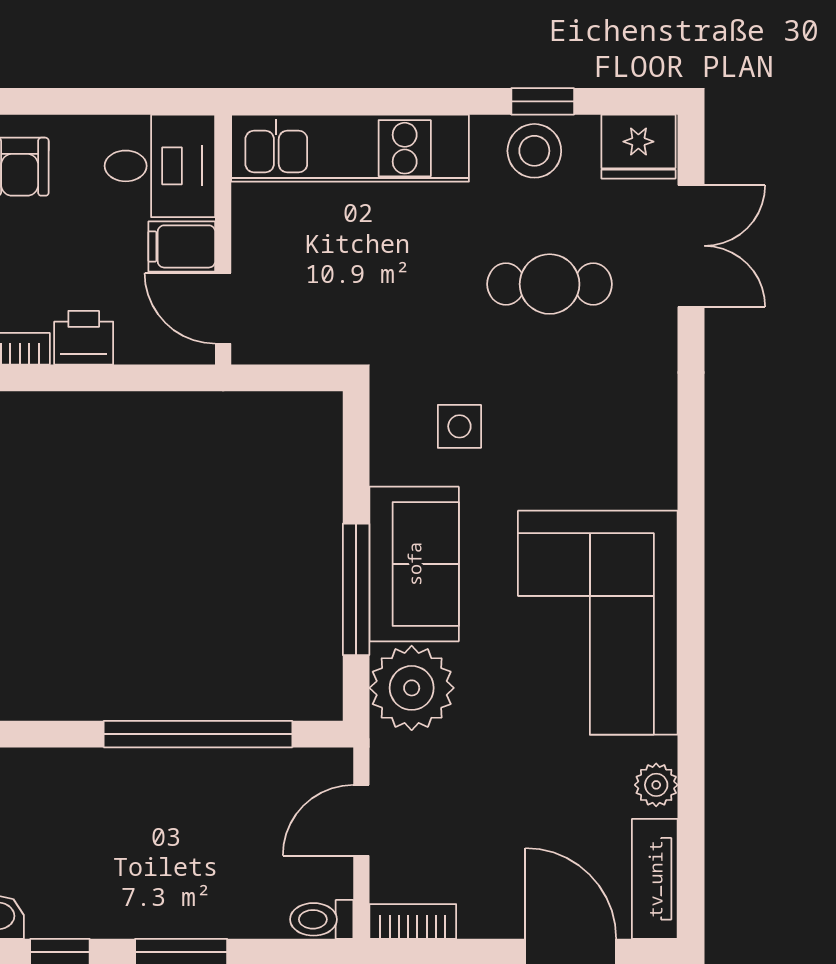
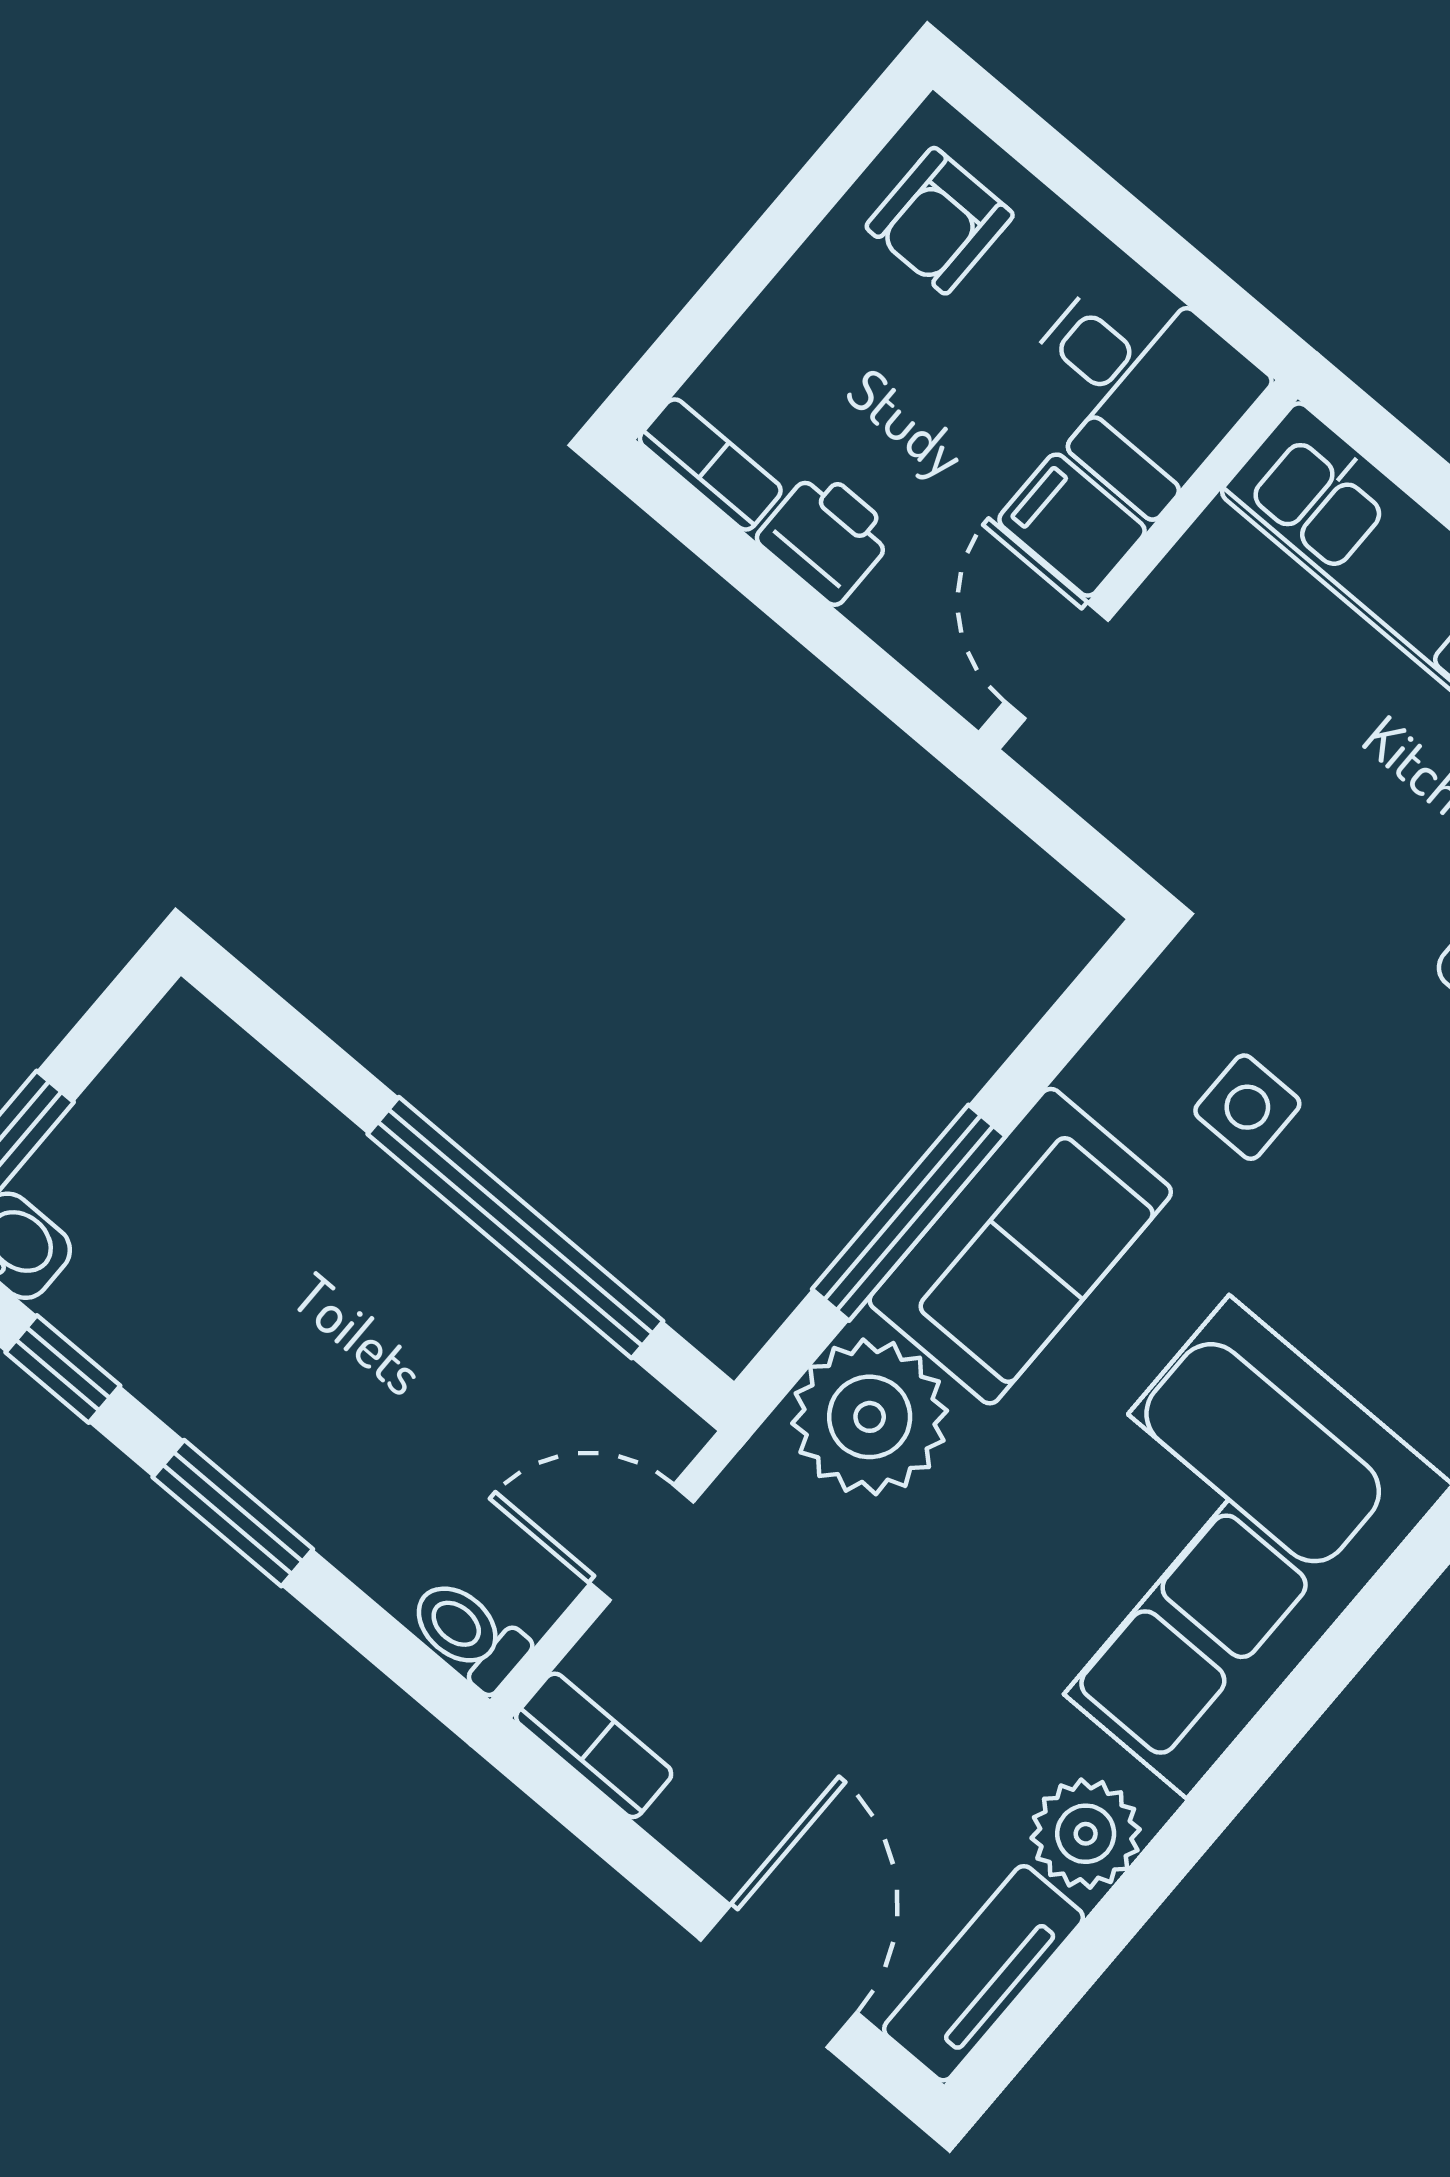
plant: (656, 785) -> (1086, 1834), width x1.38, depth x1.38

